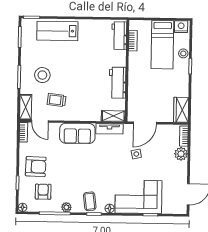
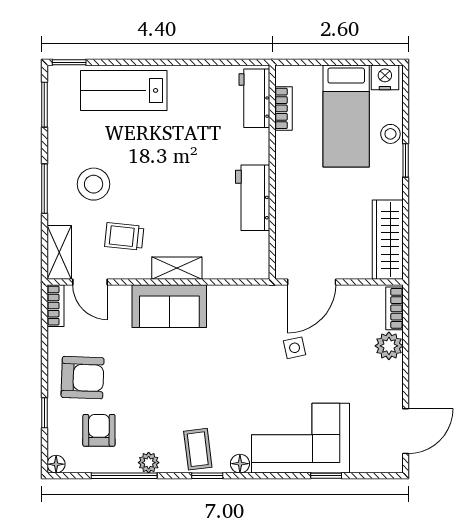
wardrobe: (181, 110) -> (388, 240), width x1.50
shelving: (113, 116) -> (177, 268), moved
tv unit: (109, 129) -> (237, 296), removed

